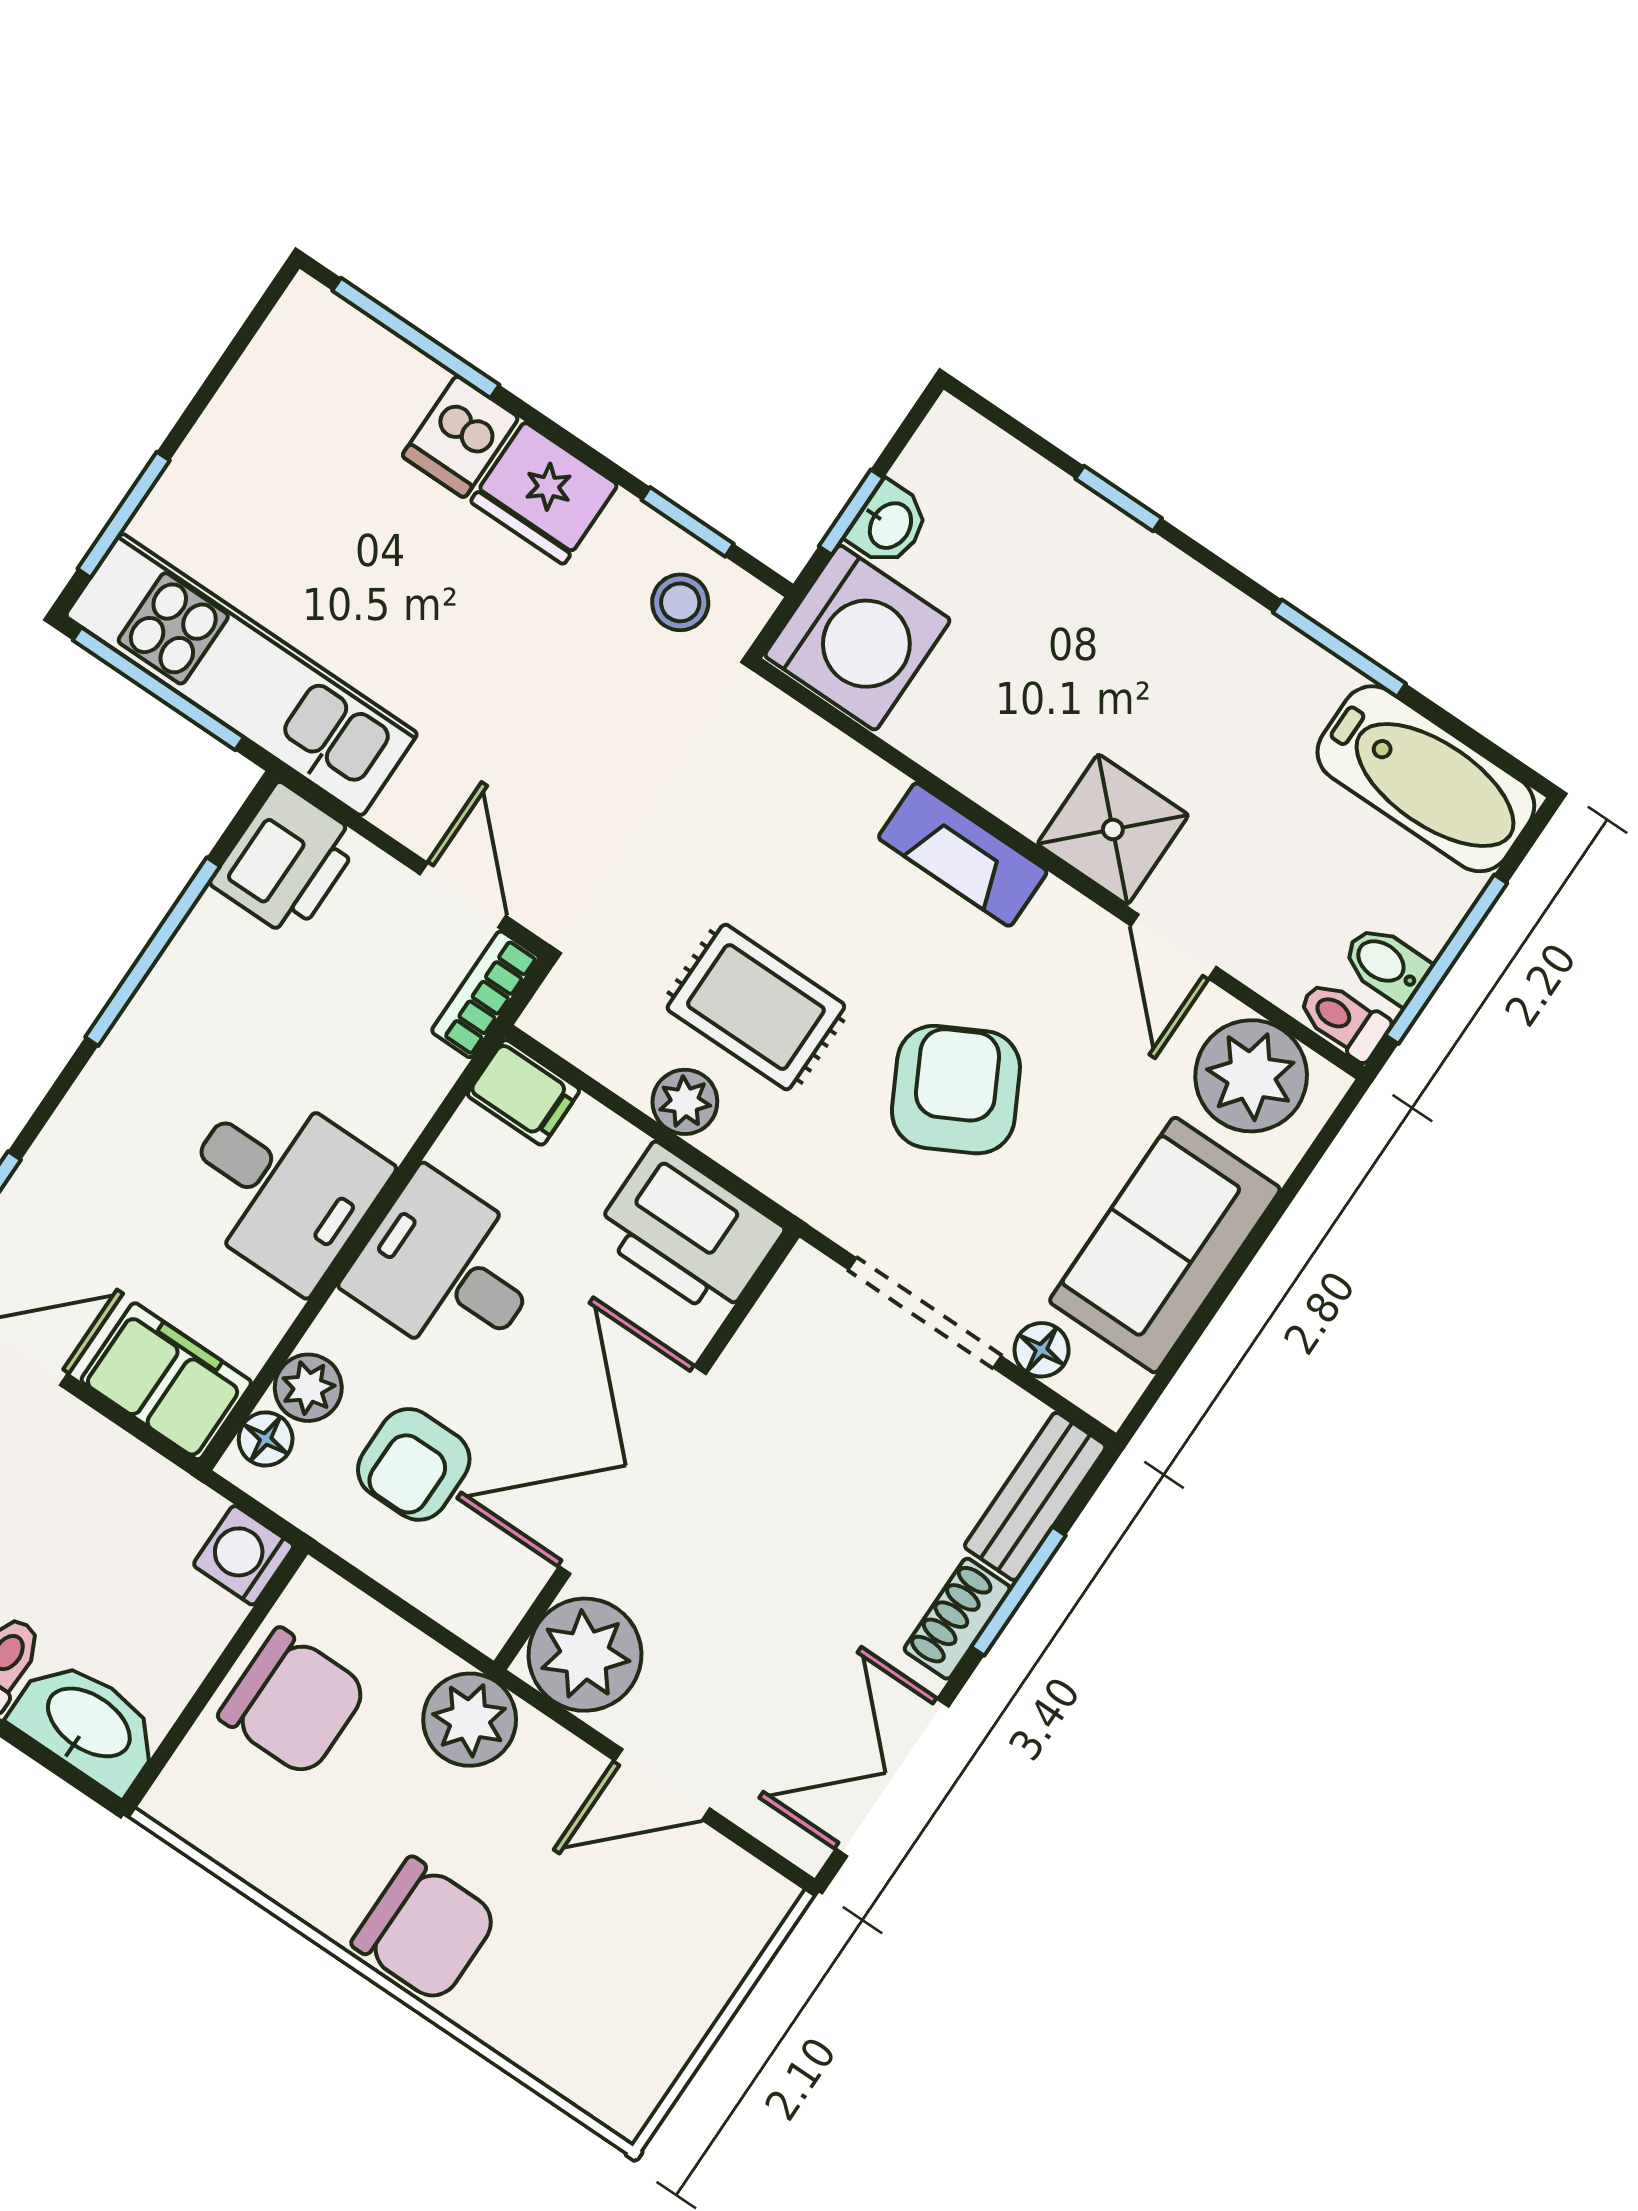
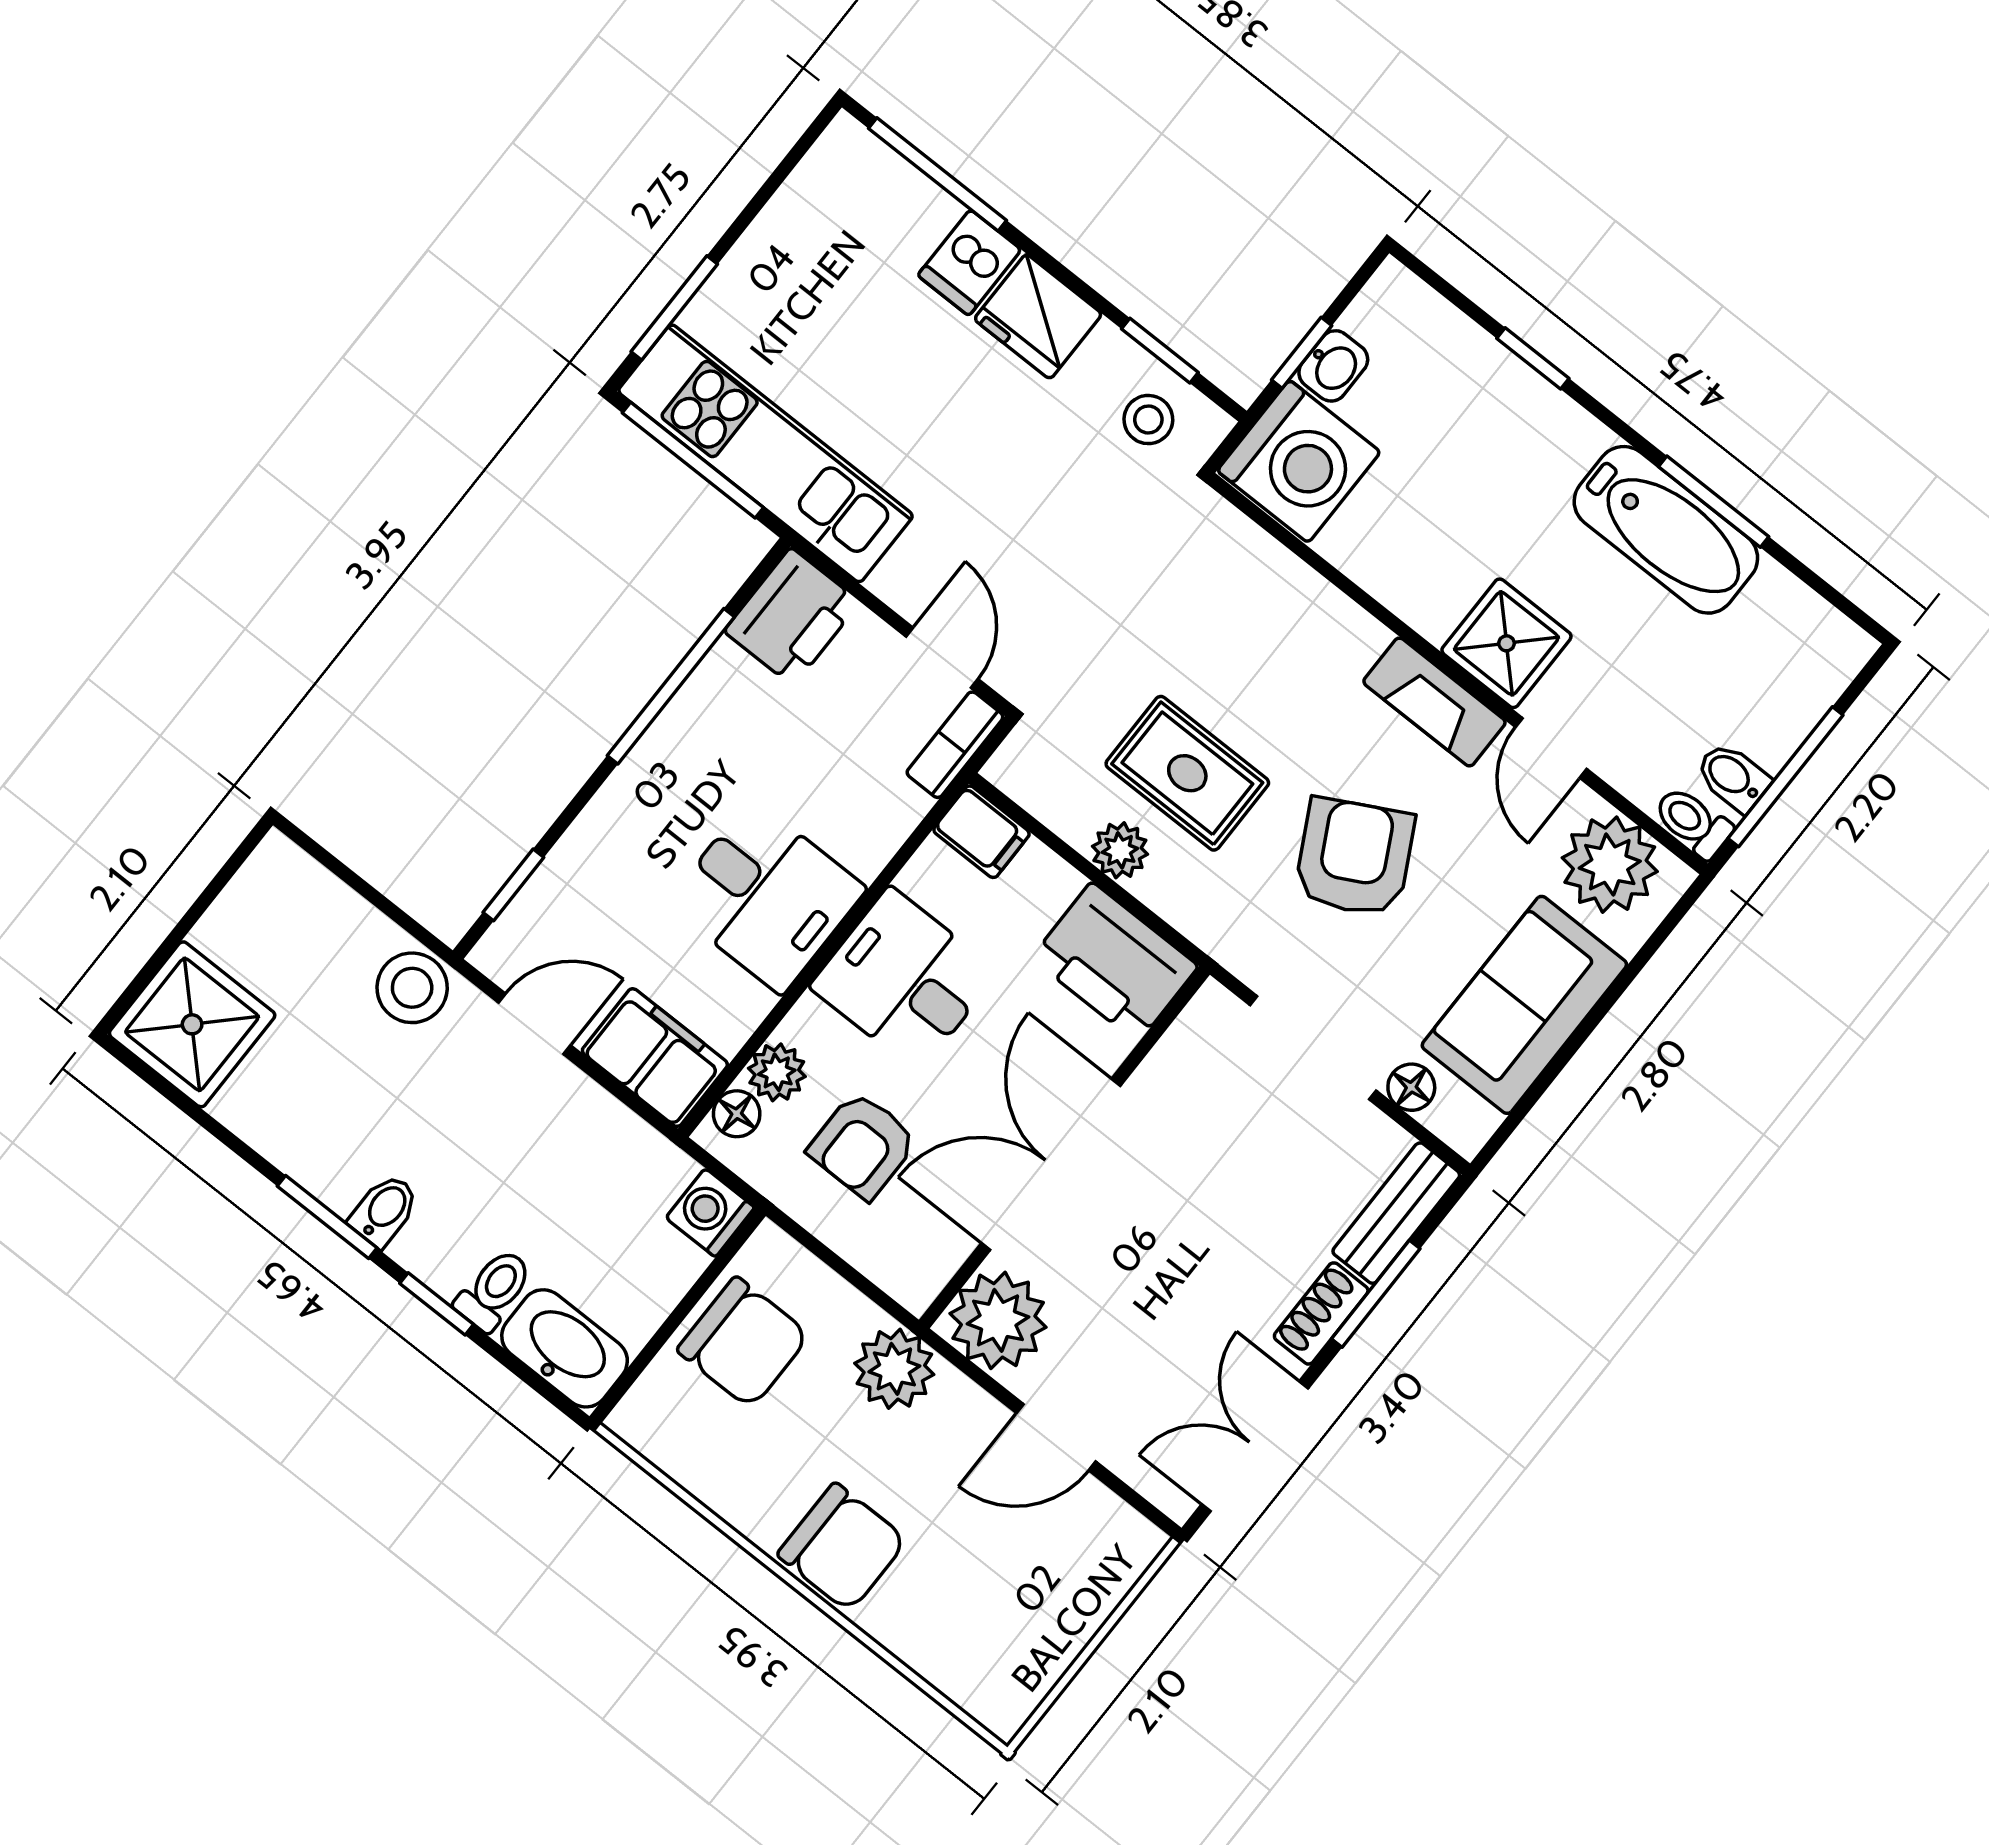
bathtub: (1426, 779) -> (1666, 530), moved
fireplace: (963, 855) -> (1434, 702), moved

